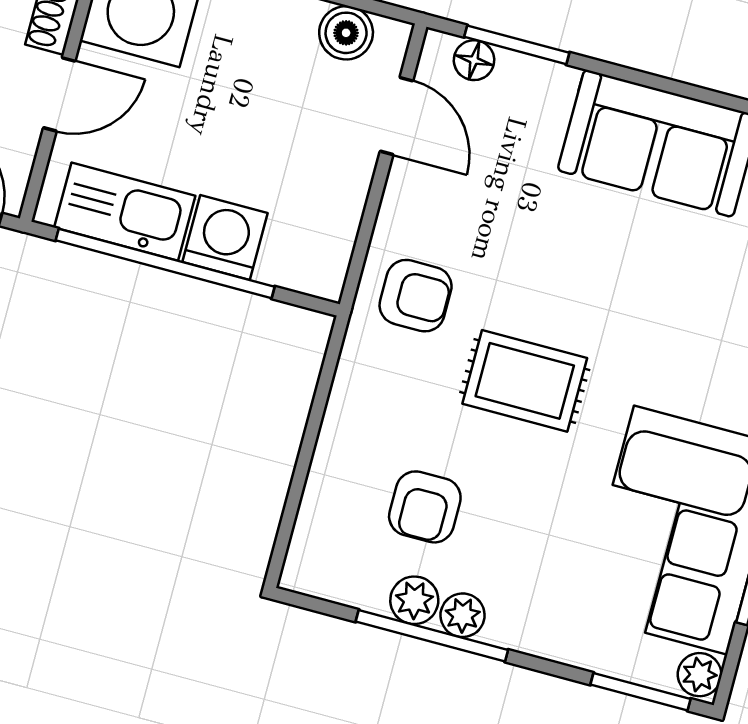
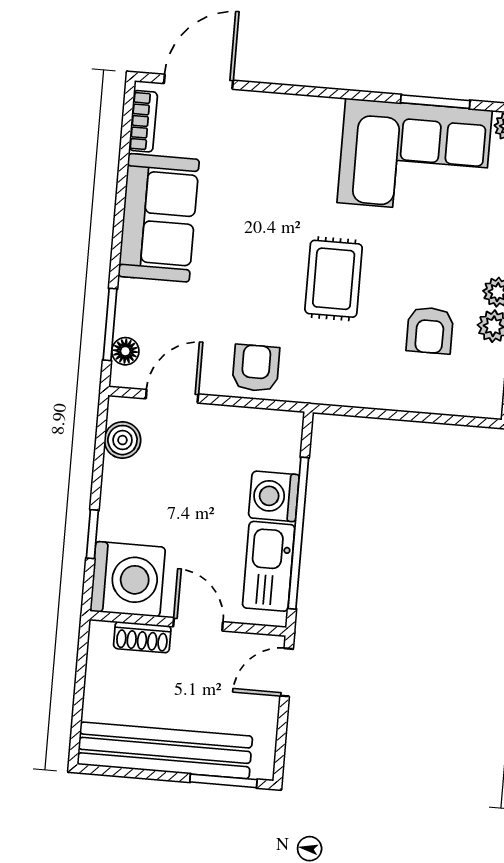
armchair: (416, 296) -> (256, 368), moved
armchair: (425, 507) -> (430, 330), turned 90

